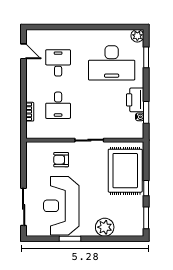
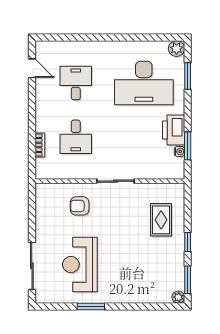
rug: (125, 171) -> (161, 220), width x0.54, depth x0.49
reception desk: (61, 206) -> (80, 265), width x0.74, depth x0.77
plant: (105, 227) -> (178, 297), moved, width x0.53, depth x0.53

